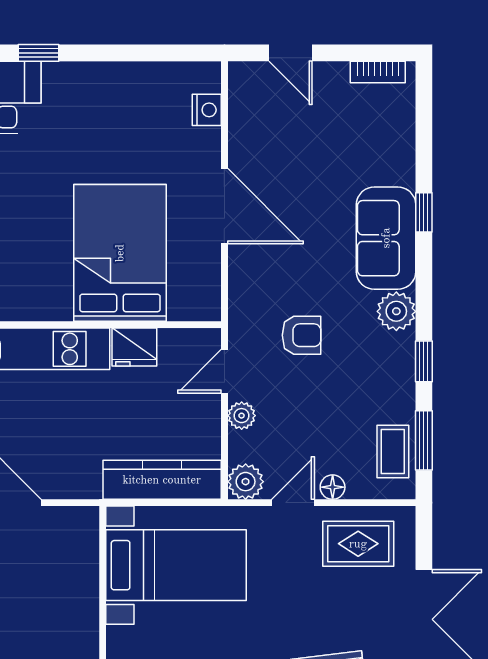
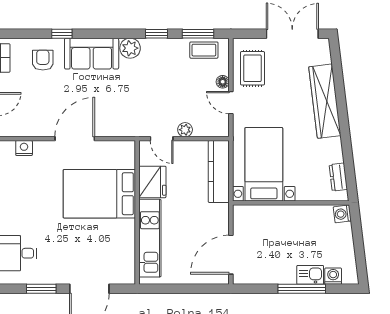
window: (424, 212) -> (62, 34), moved
armchair: (302, 335) -> (43, 60), moved
fridge: (134, 347) -> (152, 182), width x1.36, depth x1.34
plant: (246, 482) -> (220, 128), removed

